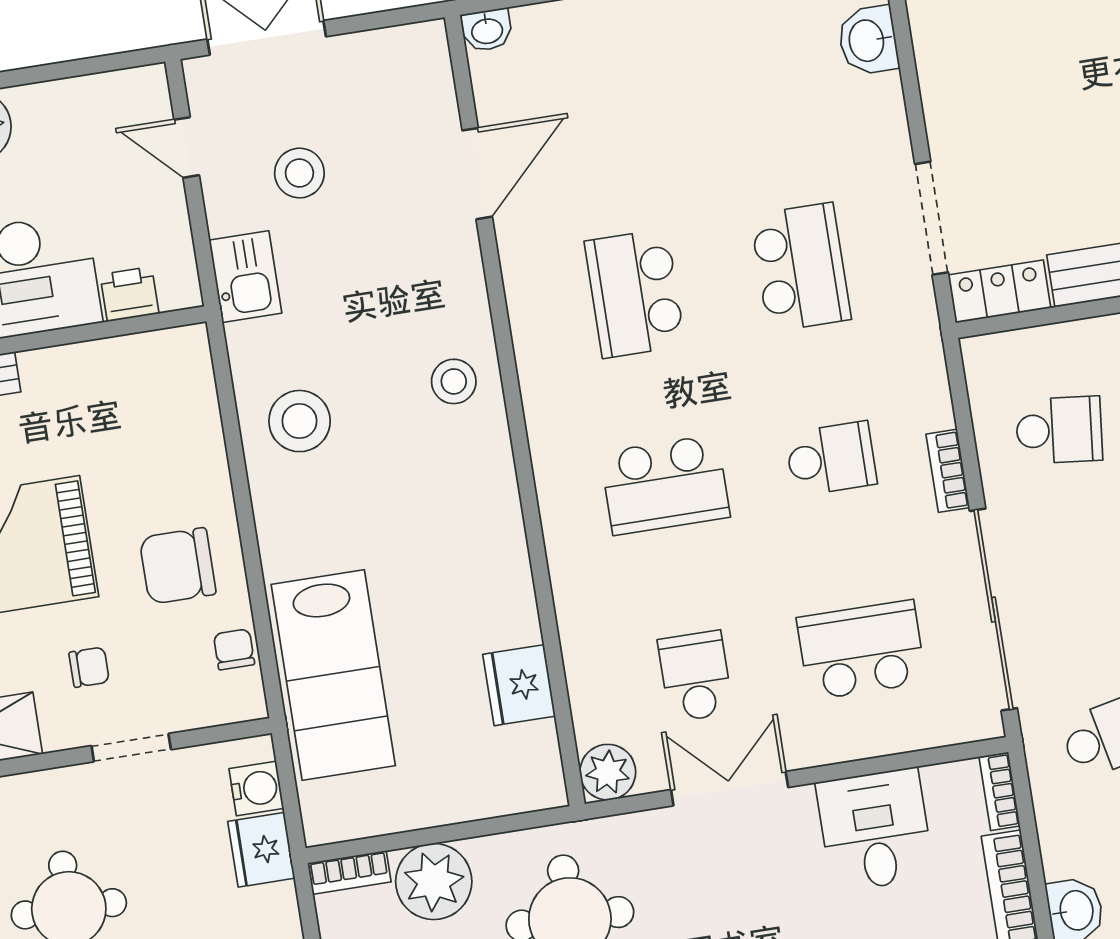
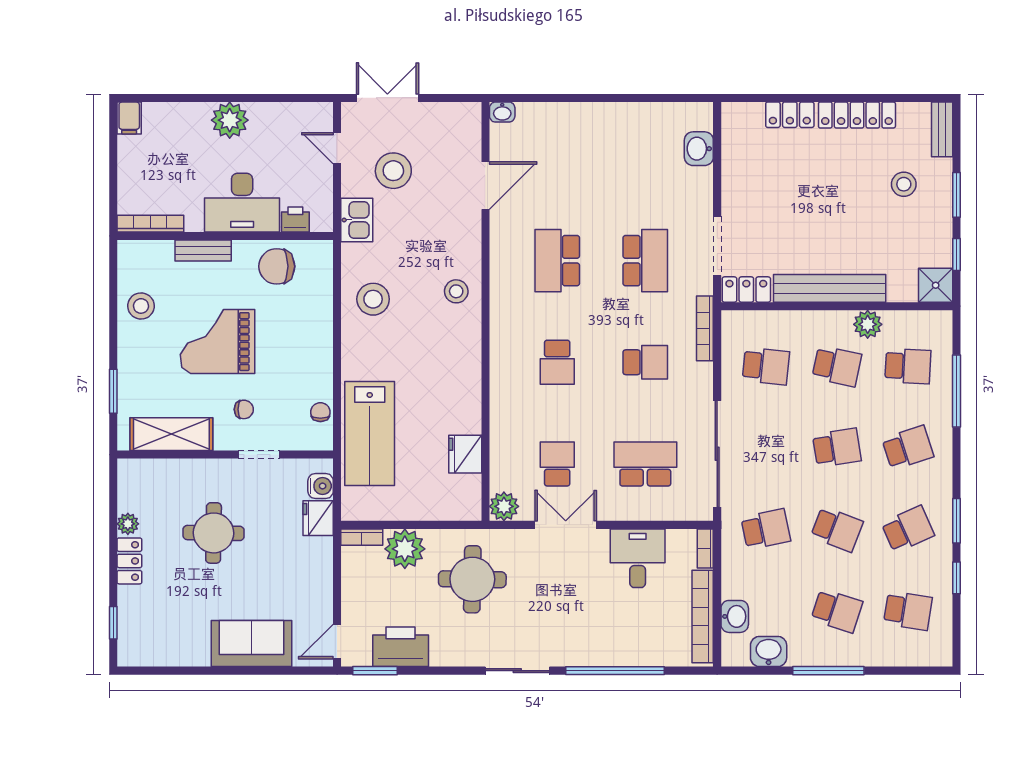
stool: (299, 173) -> (393, 171), width x1.38, depth x1.38
bookcase: (948, 471) -> (705, 328), moved, width x1.56
school desk: (665, 485) -> (557, 362), width x0.54
chair: (178, 566) -> (277, 266), moved

